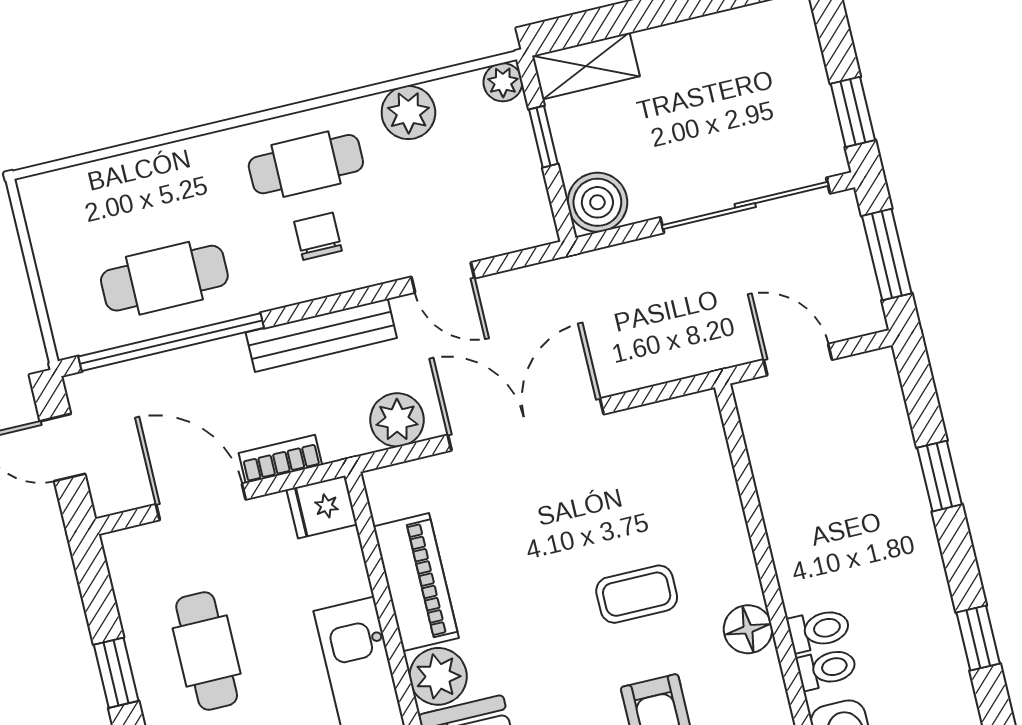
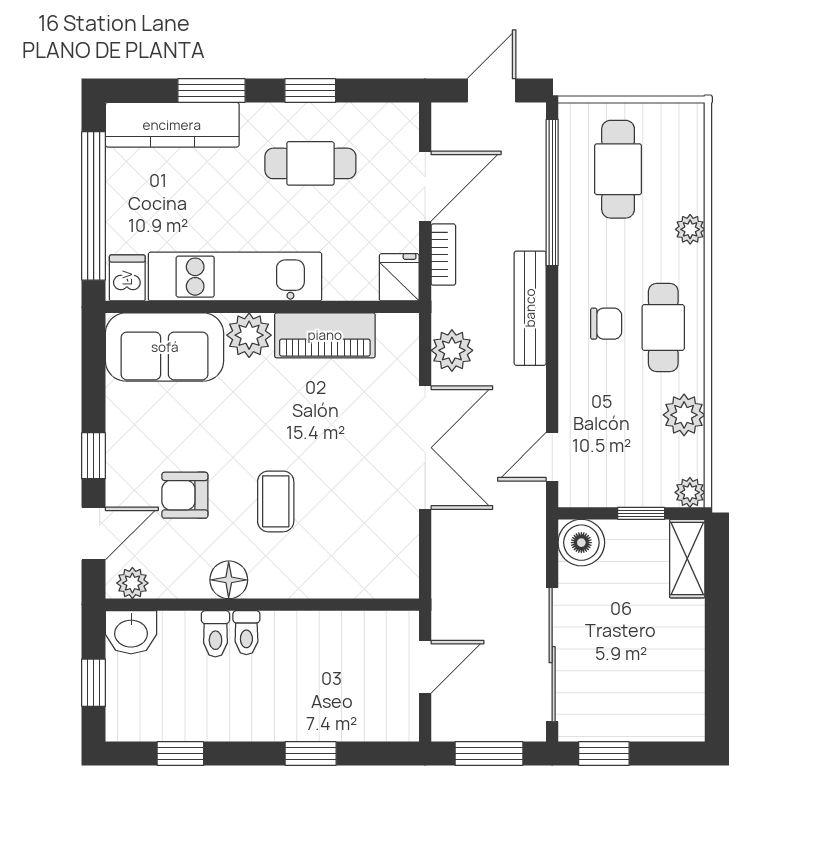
plant: (176, 160) -> (690, 229), added
door: (443, 277) -> (552, 457), moved
cafe table: (164, 278) -> (618, 169), moved
toilet: (827, 668) -> (246, 633), moved

